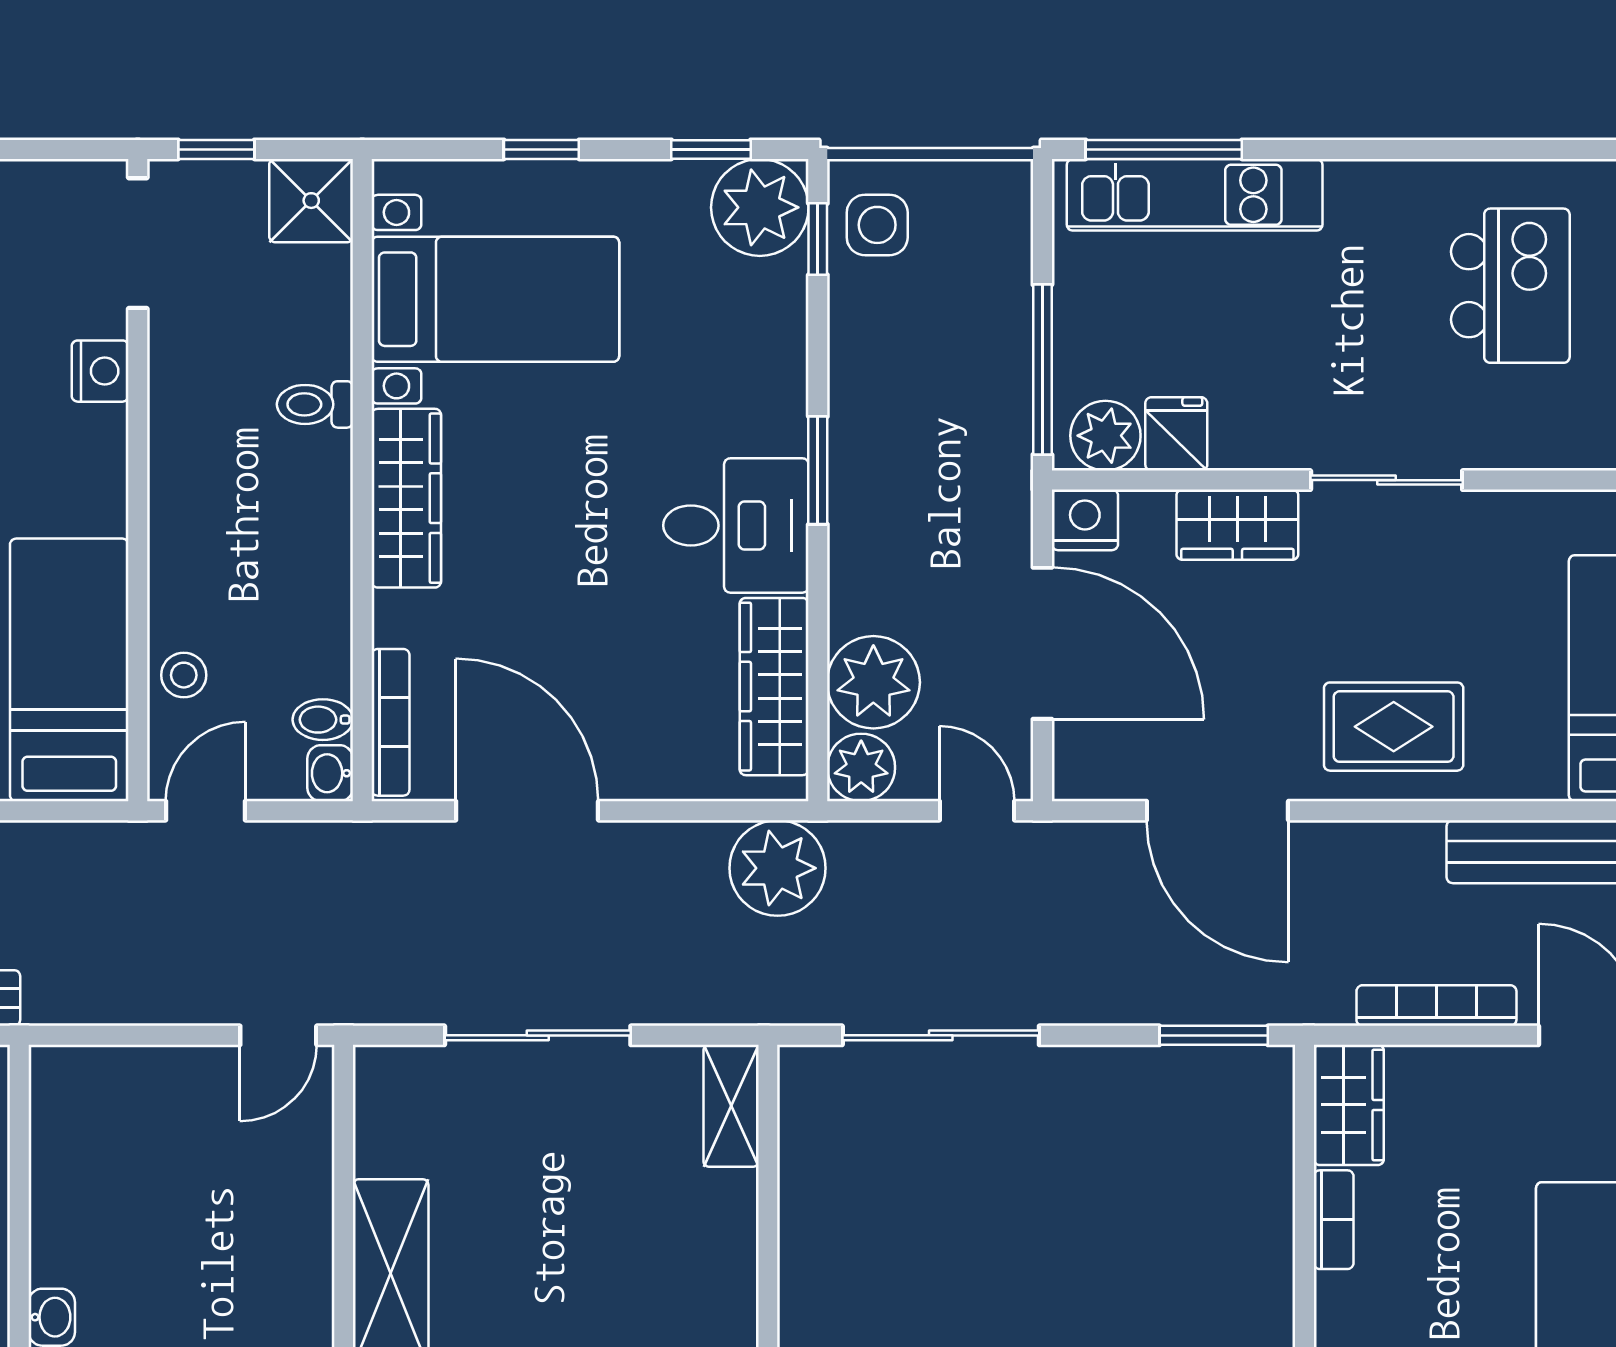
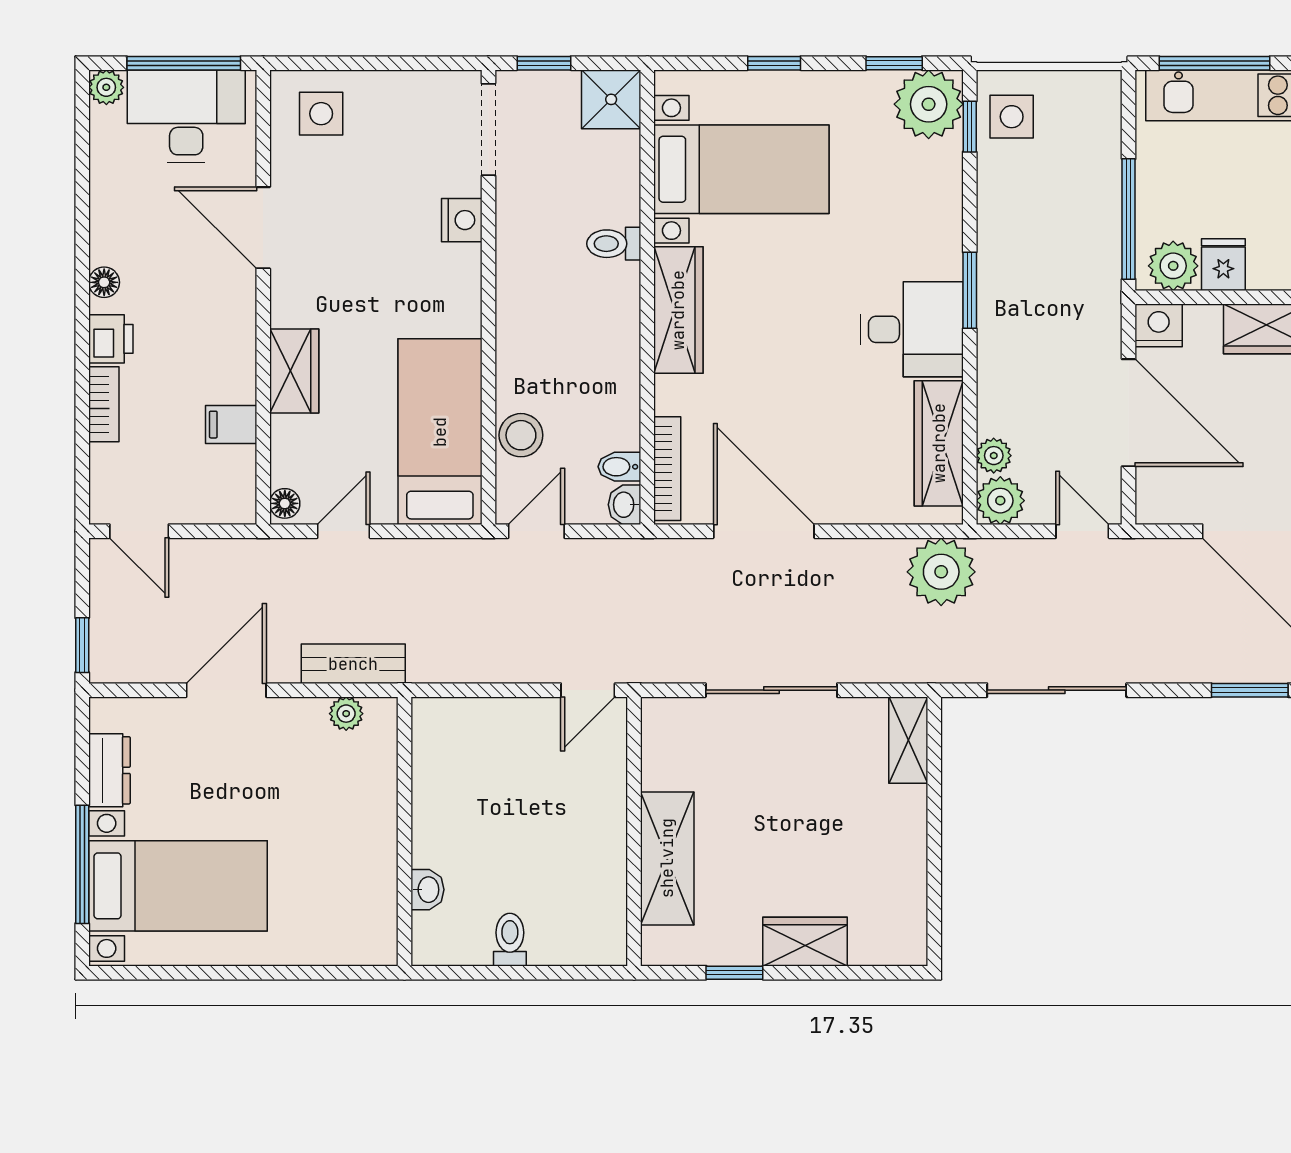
stool: (184, 675) -> (521, 435), width x1.37, depth x1.37
plant: (873, 682) -> (994, 456), width x0.53, depth x0.53

